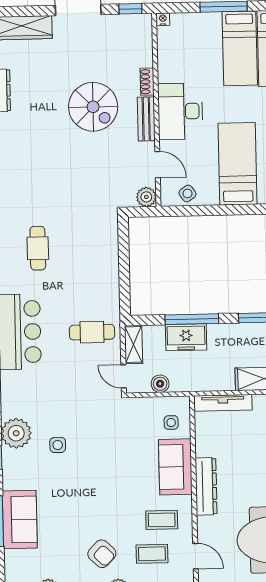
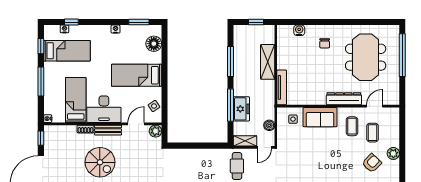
bed: (240, 48) -> (76, 100), moved, turned -90
spiral stairs: (93, 107) -> (100, 162), turned 90
dresser: (206, 486) -> (344, 99), moved

